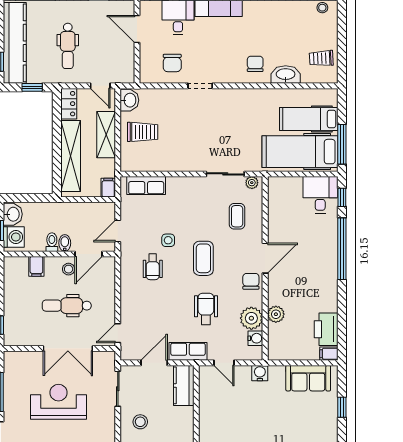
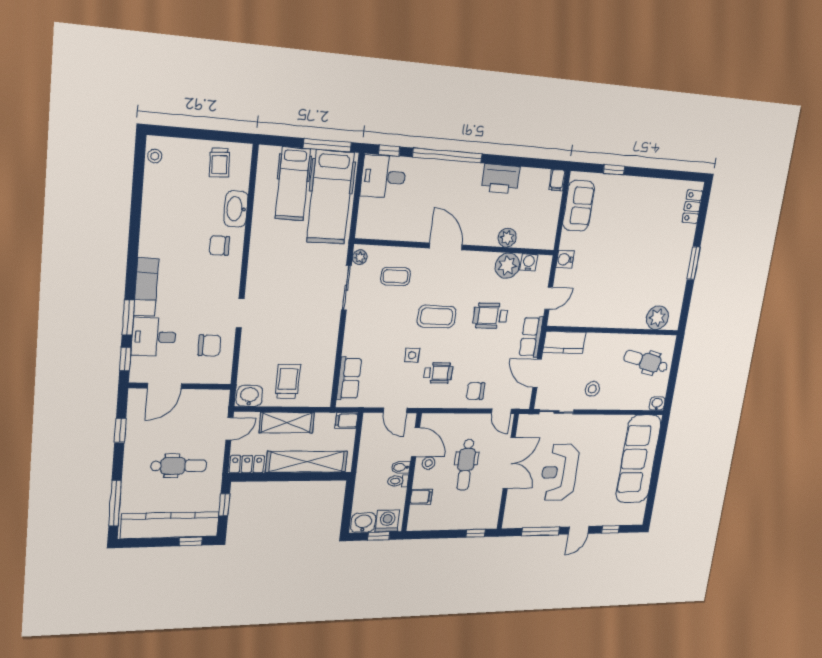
chair: (251, 281) -> (475, 391), moved
printer: (326, 329) -> (501, 179), moved

